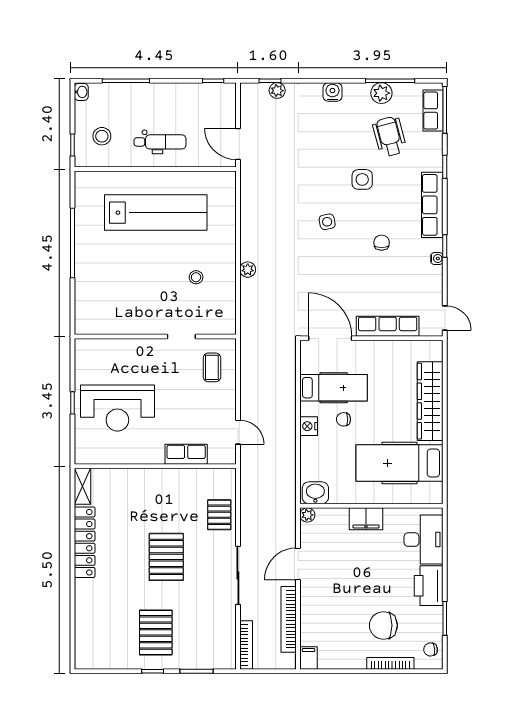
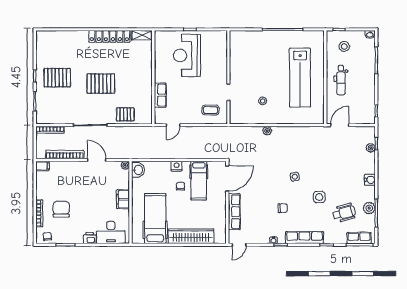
printer: (429, 586) -> (90, 238), width x0.53, depth x0.68

